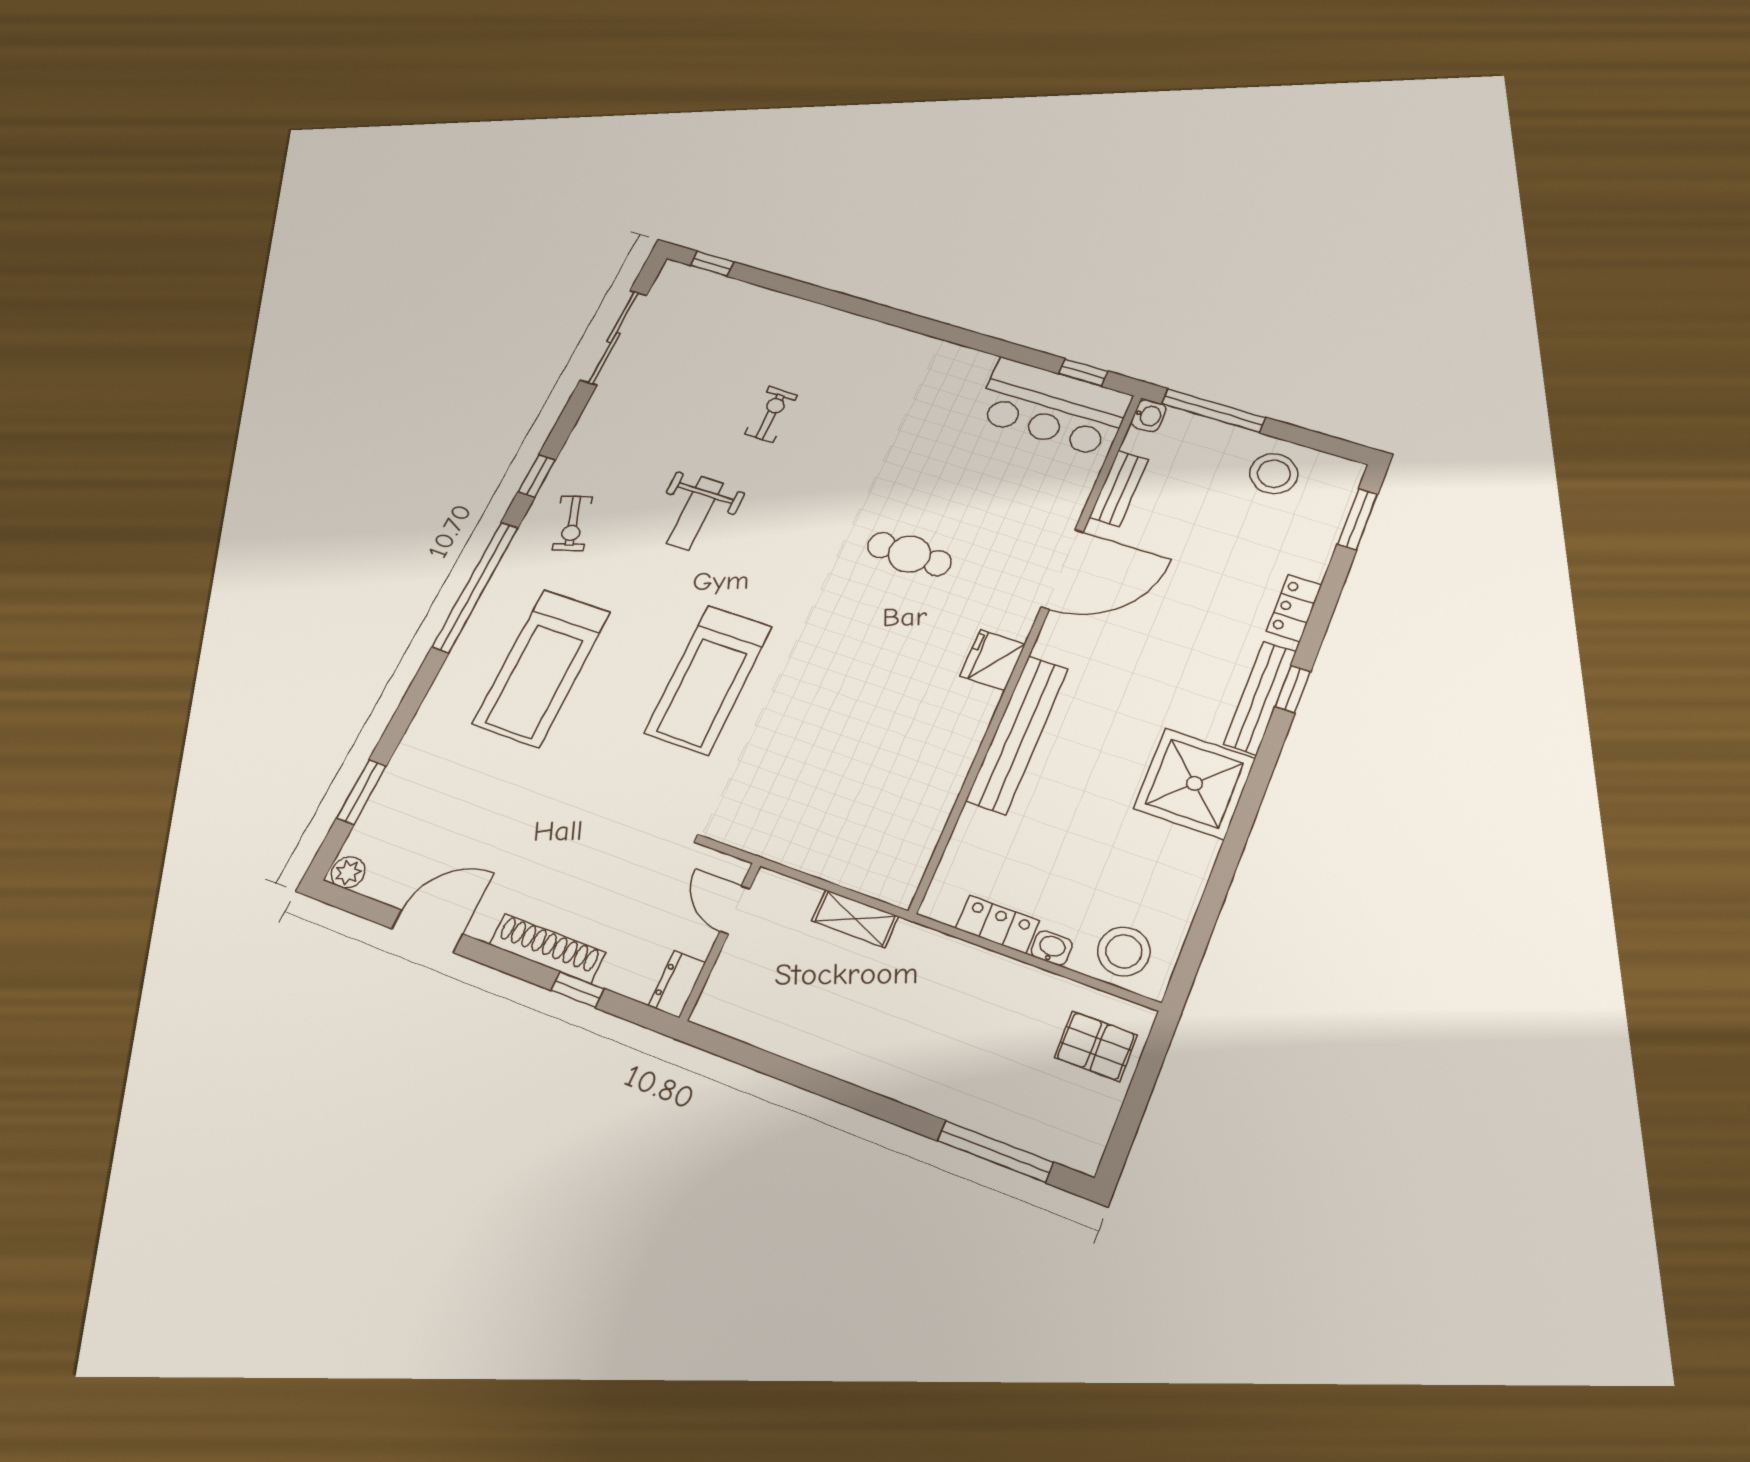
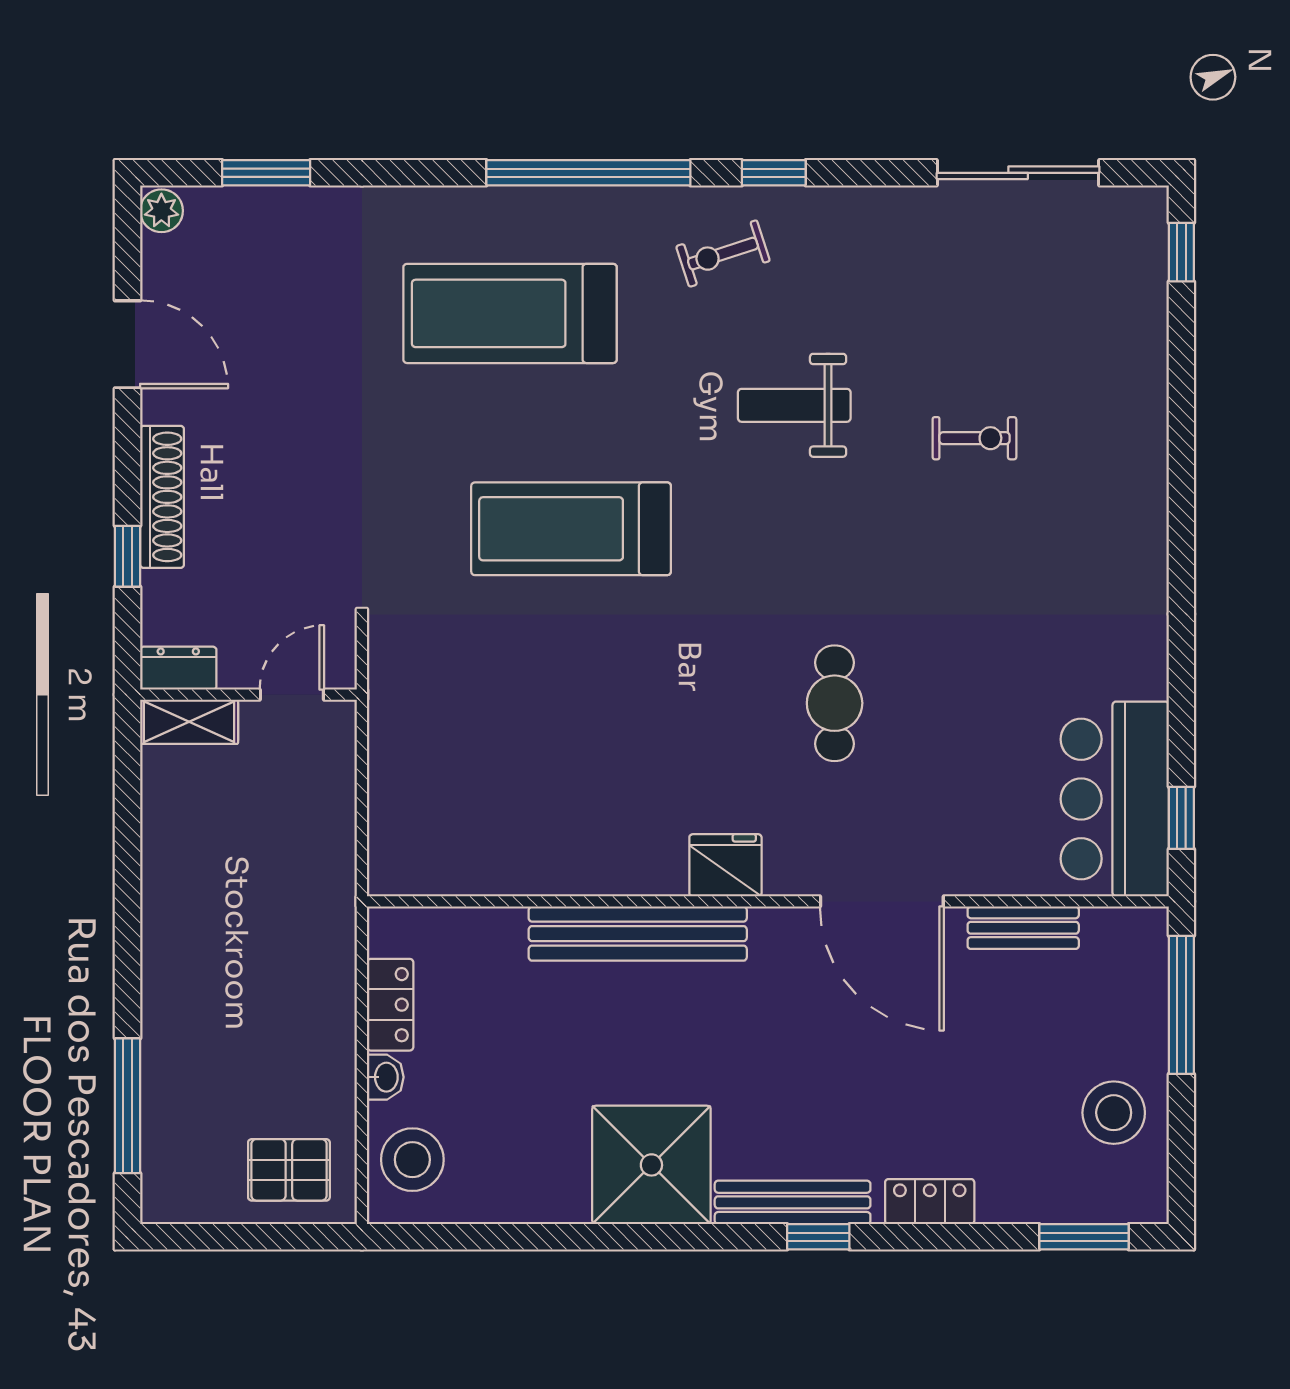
washbasin: (1149, 416) -> (1145, 926), removed
shelving: (855, 918) -> (189, 722), moved, turned 90
pallet: (1096, 1046) -> (289, 1170), turned 90

